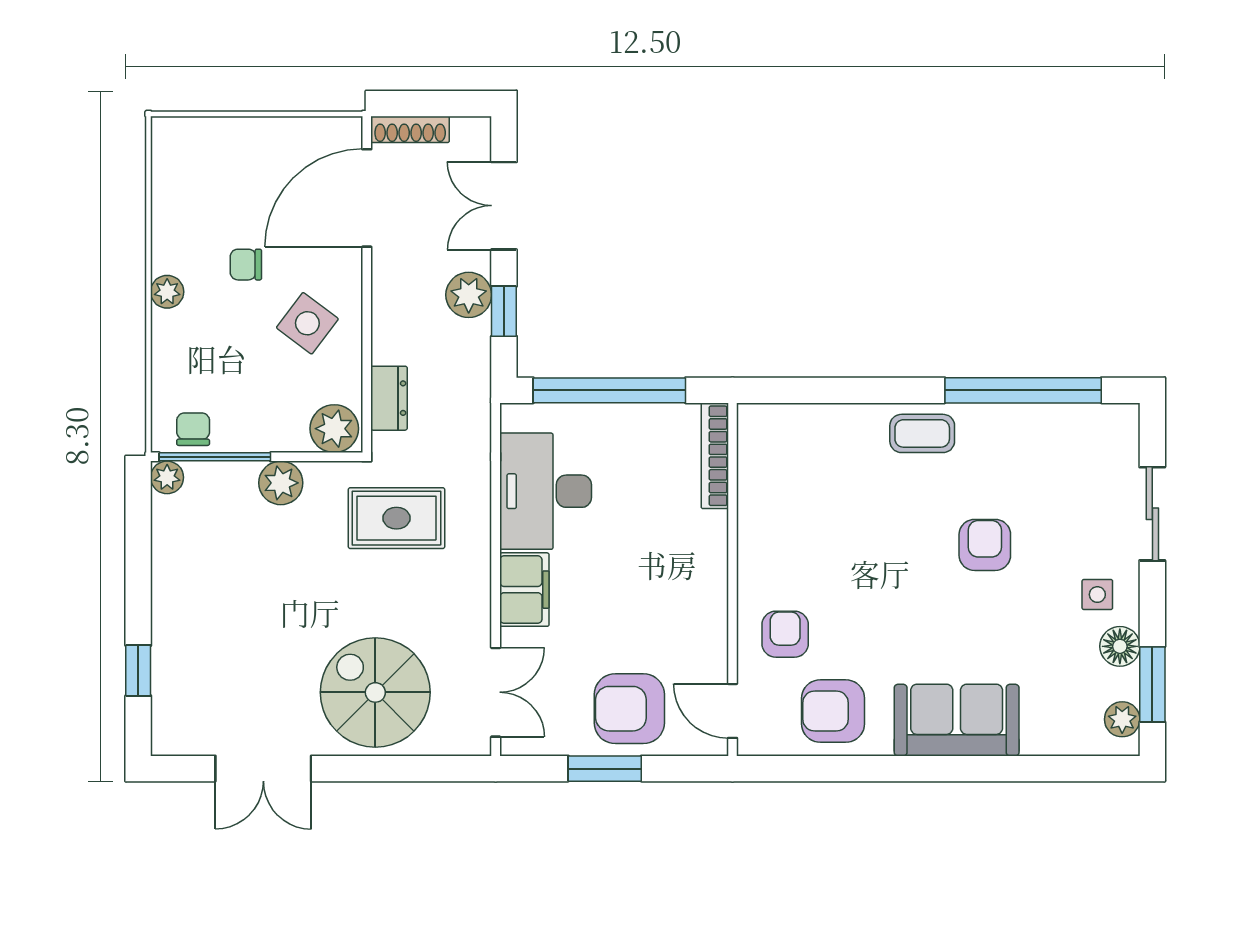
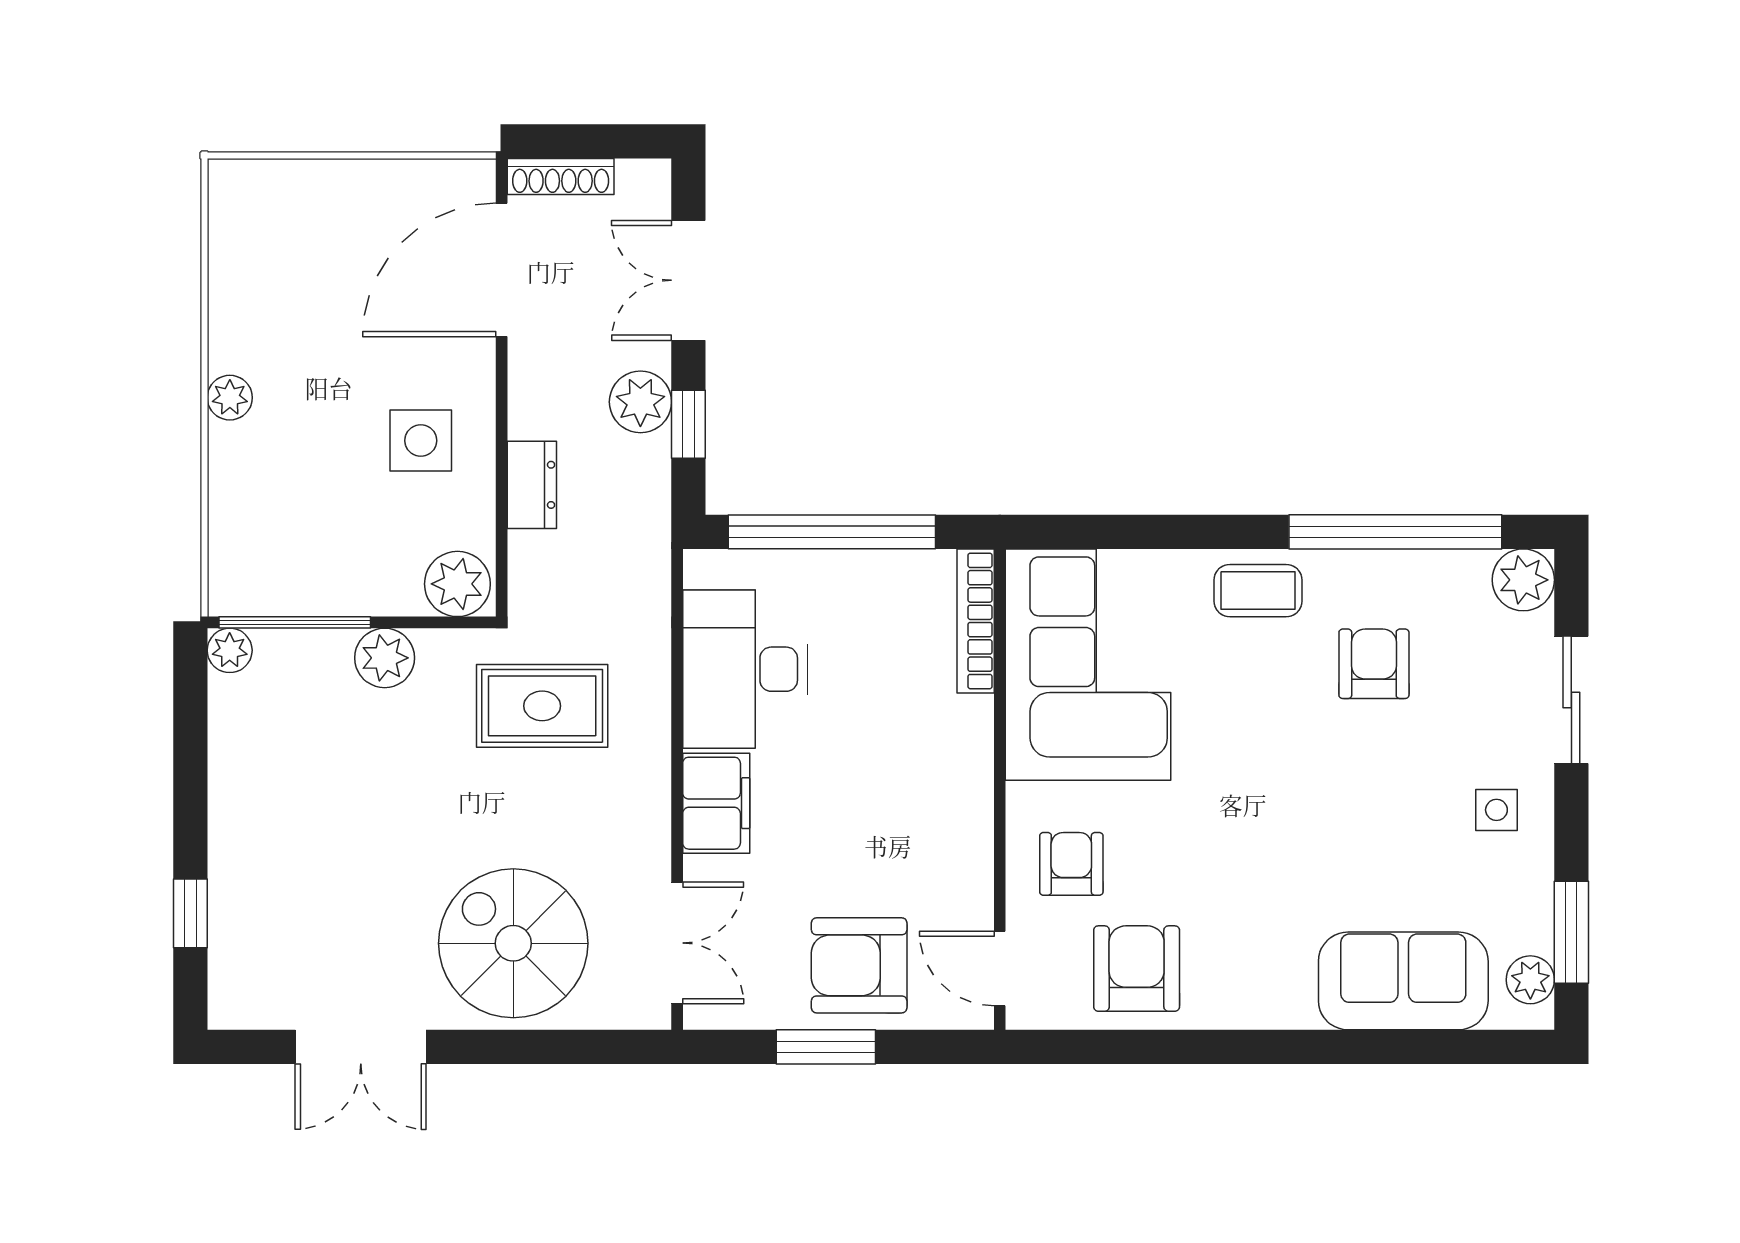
chair: (246, 265) -> (337, 361), removed
side table: (307, 323) -> (421, 441), turned -37
dresser: (389, 398) -> (532, 485), moved
plant: (1117, 426) -> (1523, 580), added
chair: (193, 429) -> (265, 585), removed
corner sofa: (797, 488) -> (1088, 665), added
armchair: (985, 545) -> (1374, 664), moved
floor lamp: (1120, 646) -> (1527, 880), removed
armchair: (833, 711) -> (1137, 969), turned 90
sofa: (957, 720) -> (1403, 981), moved

